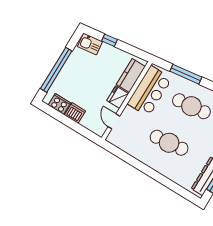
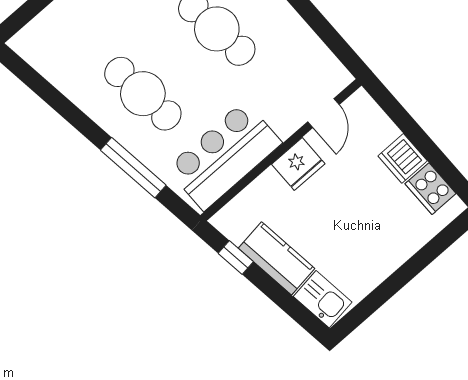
window: (109, 40) -> (236, 258), moved
window: (56, 70) -> (414, 266), removed
kitchen counter: (131, 75) -> (276, 258), moved, turned -98

